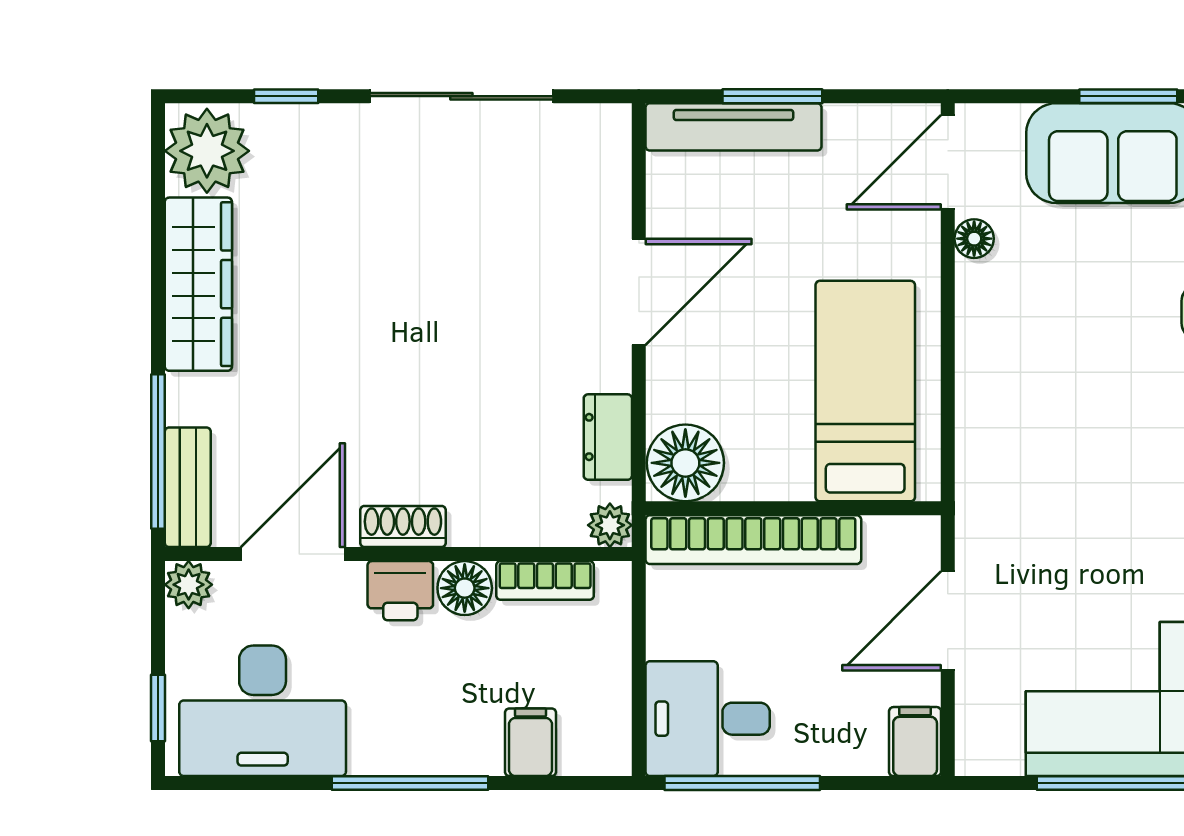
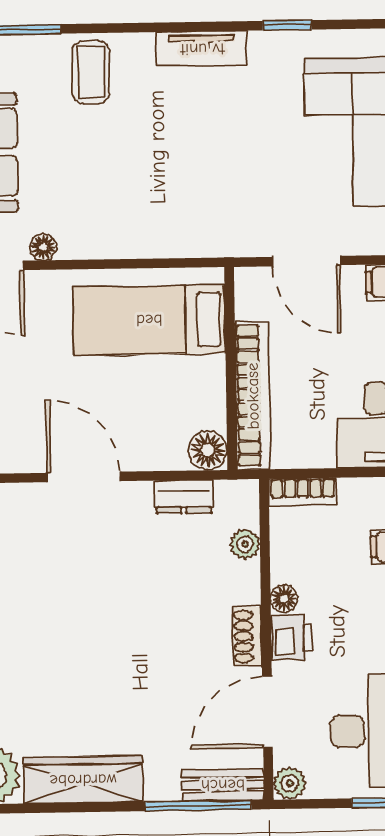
floor lamp: (685, 463) -> (208, 450), width x0.73, depth x0.73
plant: (610, 525) -> (245, 544), moved
door: (293, 554) -> (267, 712), hinge flipped
bookcase: (545, 580) -> (303, 492), moved, turned 90
floor lamp: (465, 588) -> (284, 599), width x0.73, depth x0.73

